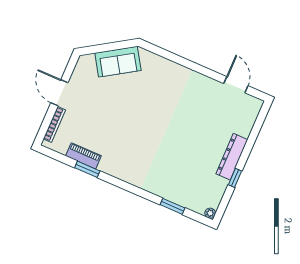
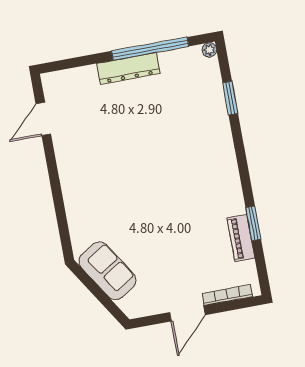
window: (235, 178) -> (150, 49), width x3.17

